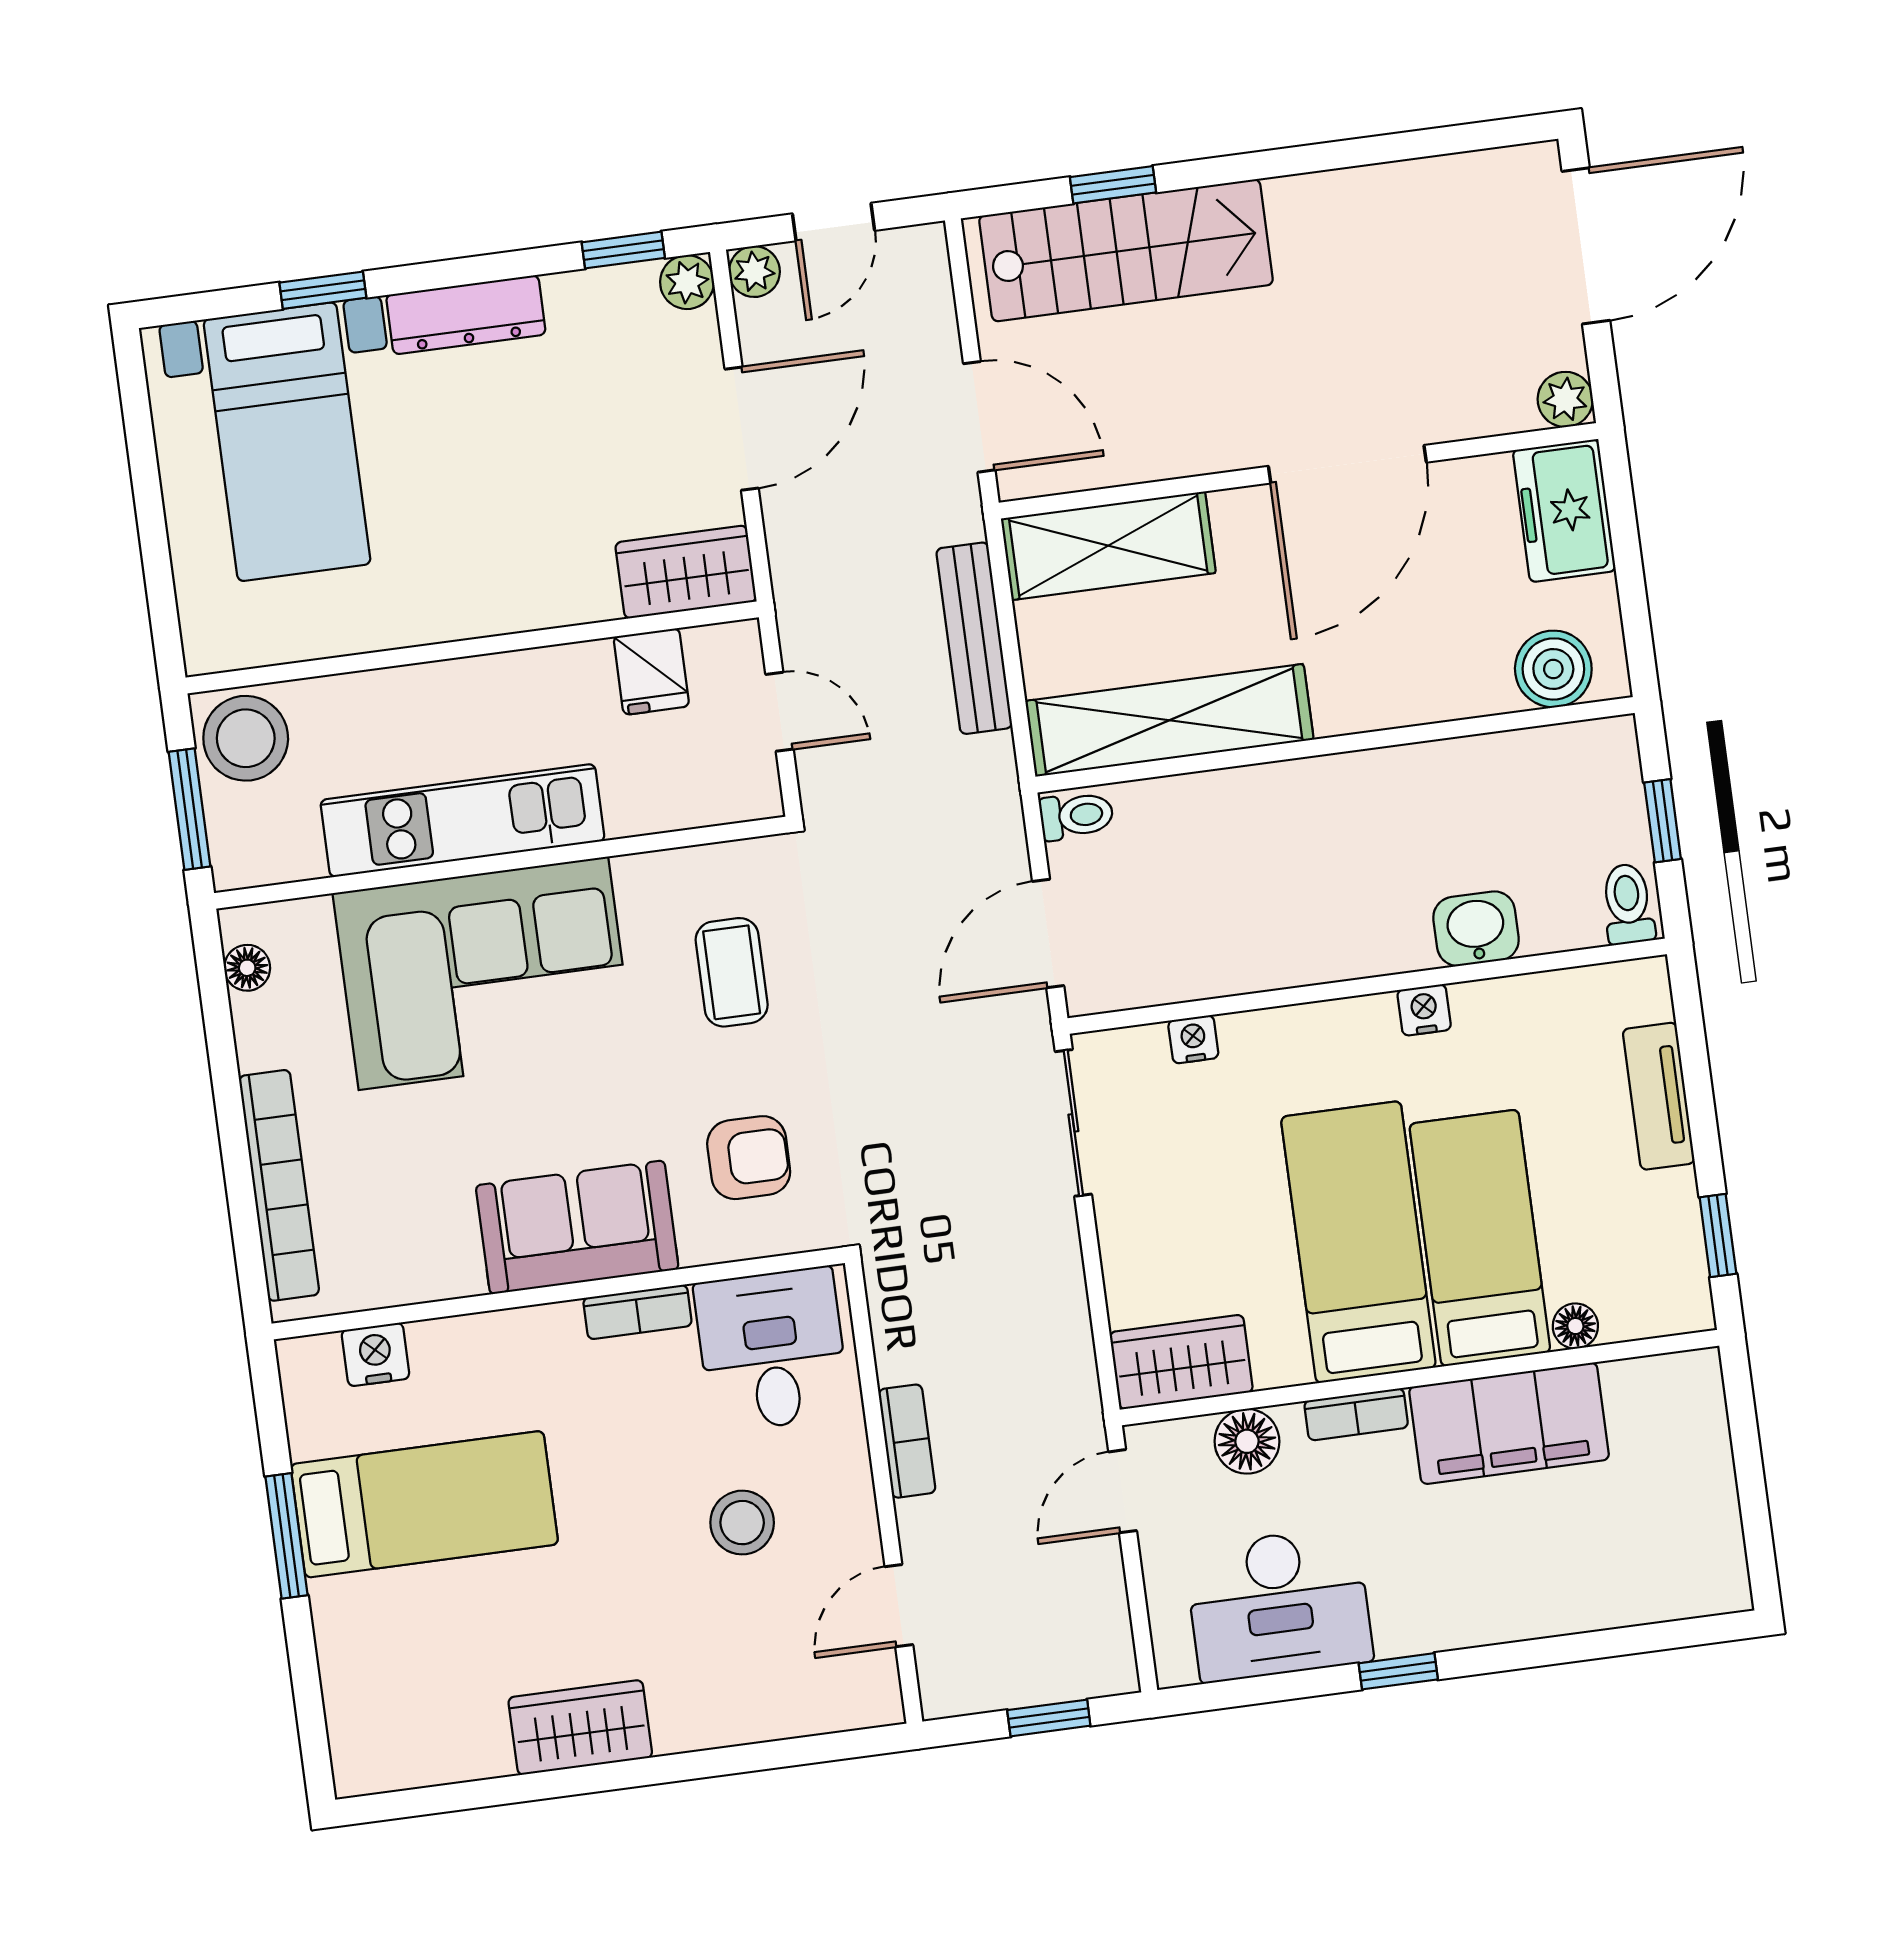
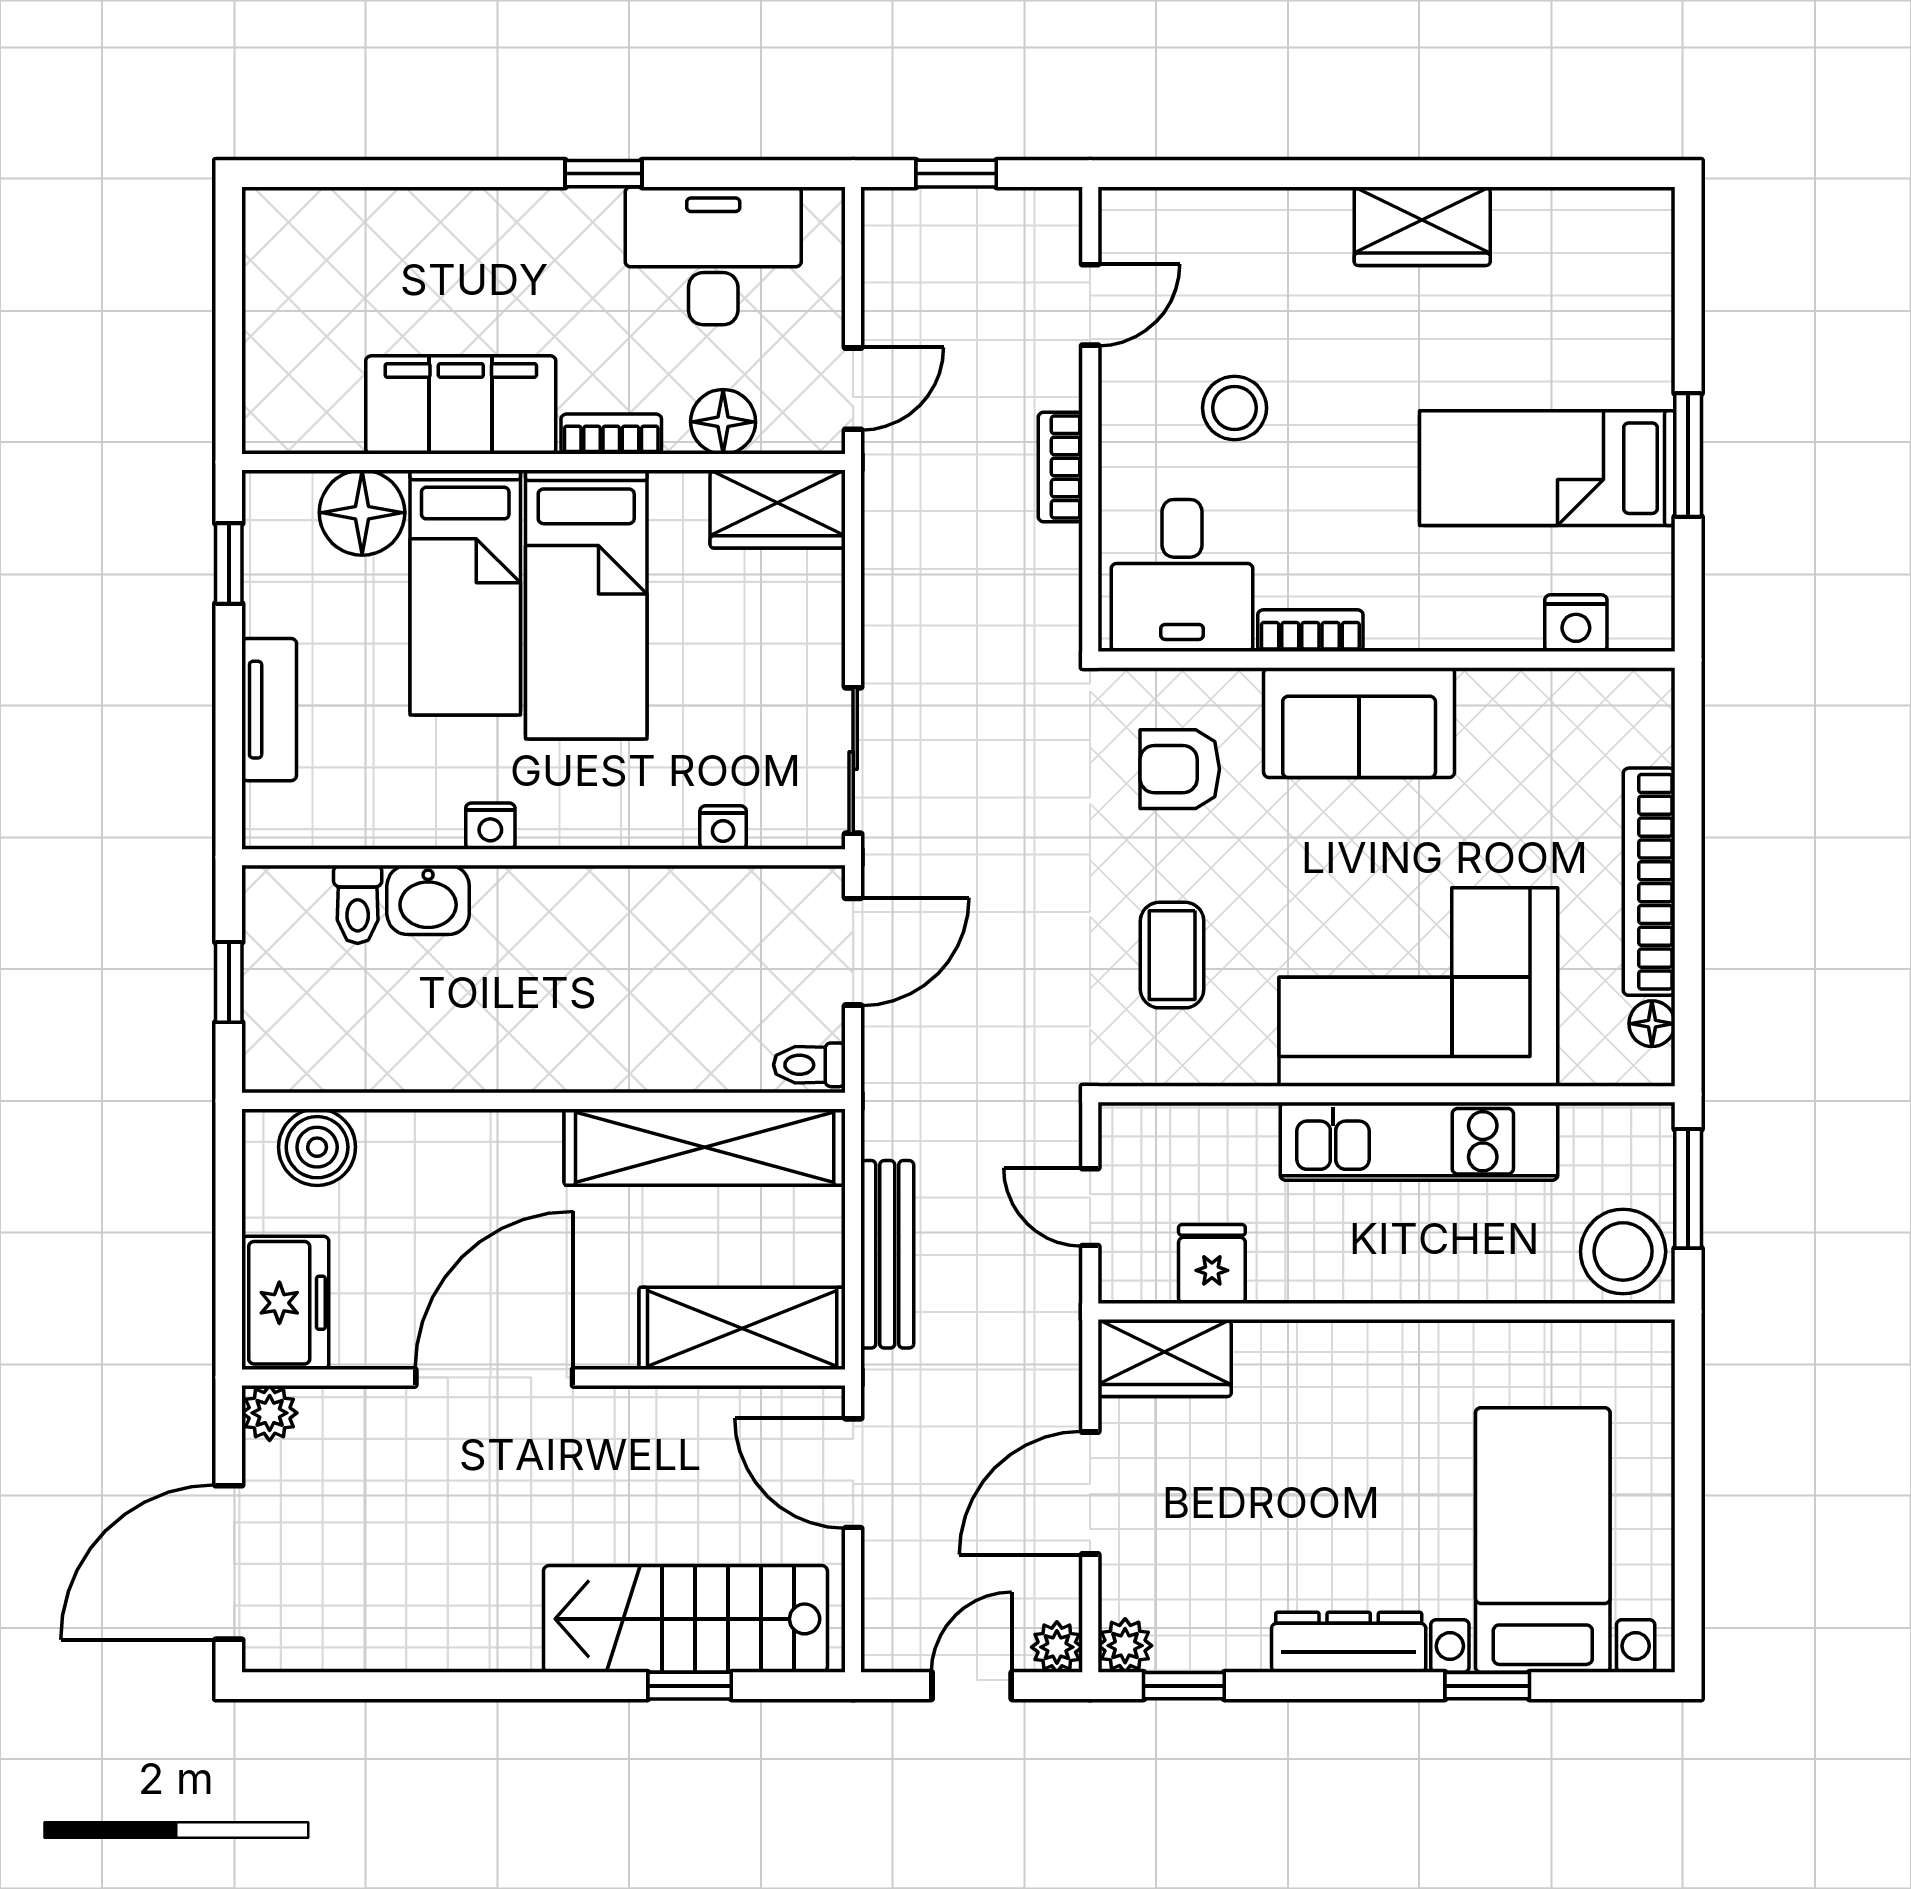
toilet: (1628, 904) -> (358, 904), moved
bookcase: (279, 1185) -> (1649, 882), moved
floor lamp: (1575, 1326) -> (362, 513), width x1.89, depth x1.89

